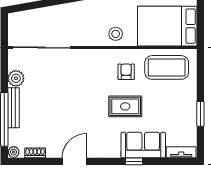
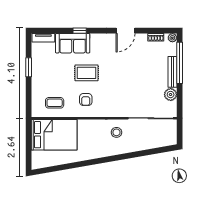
stool: (116, 34) -> (116, 132), moved
coffee table: (167, 67) -> (55, 103), width x0.54, depth x0.58

